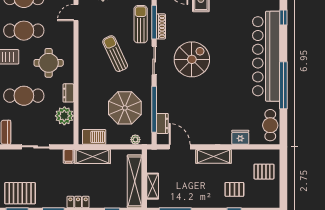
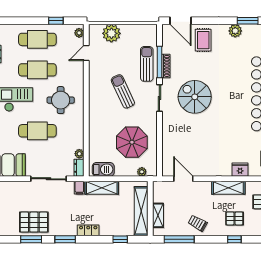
spiral stairs: (192, 59) -> (195, 97), turned -90
dresser: (68, 93) -> (79, 168), moved
window: (154, 109) -> (159, 143), removed
plant: (64, 116) -> (79, 154), width x0.53, depth x0.53
dresser: (162, 123) -> (167, 157), removed
sliding door: (36, 147) -> (49, 179), width x1.37
shelving: (213, 156) -> (228, 188), moved
trolley: (195, 194) -> (198, 223), added

